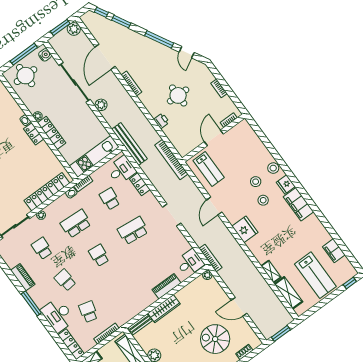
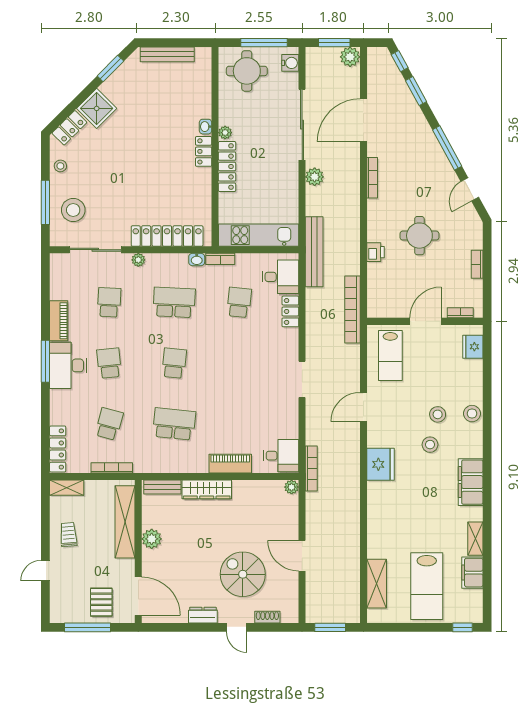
fridge: (286, 184) -> (473, 347), moved
school desk: (133, 231) -> (174, 424), moved
shelving: (271, 272) -> (475, 539), moved
desk: (58, 315) -> (68, 365), moved

